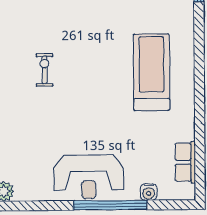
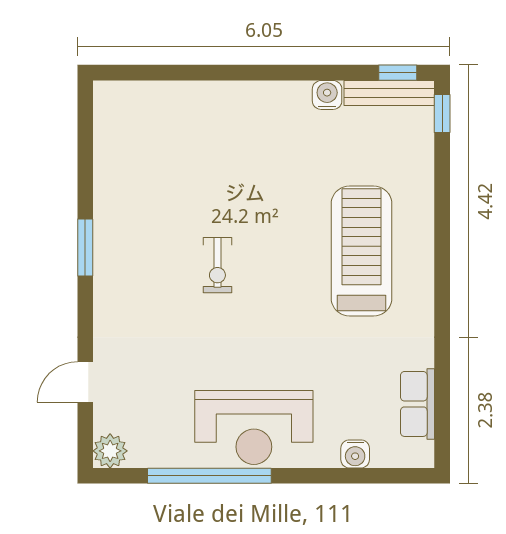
exercise bike: (44, 70) -> (217, 265), moved, turned 180
window: (110, 205) -> (209, 476), moved

